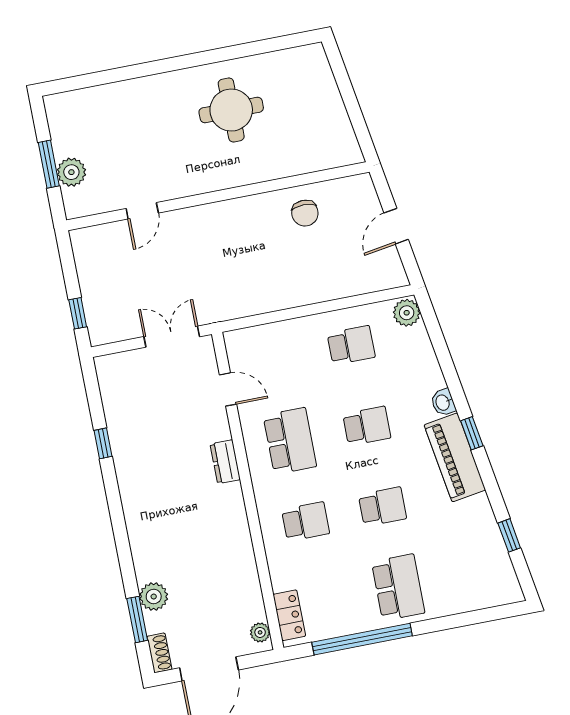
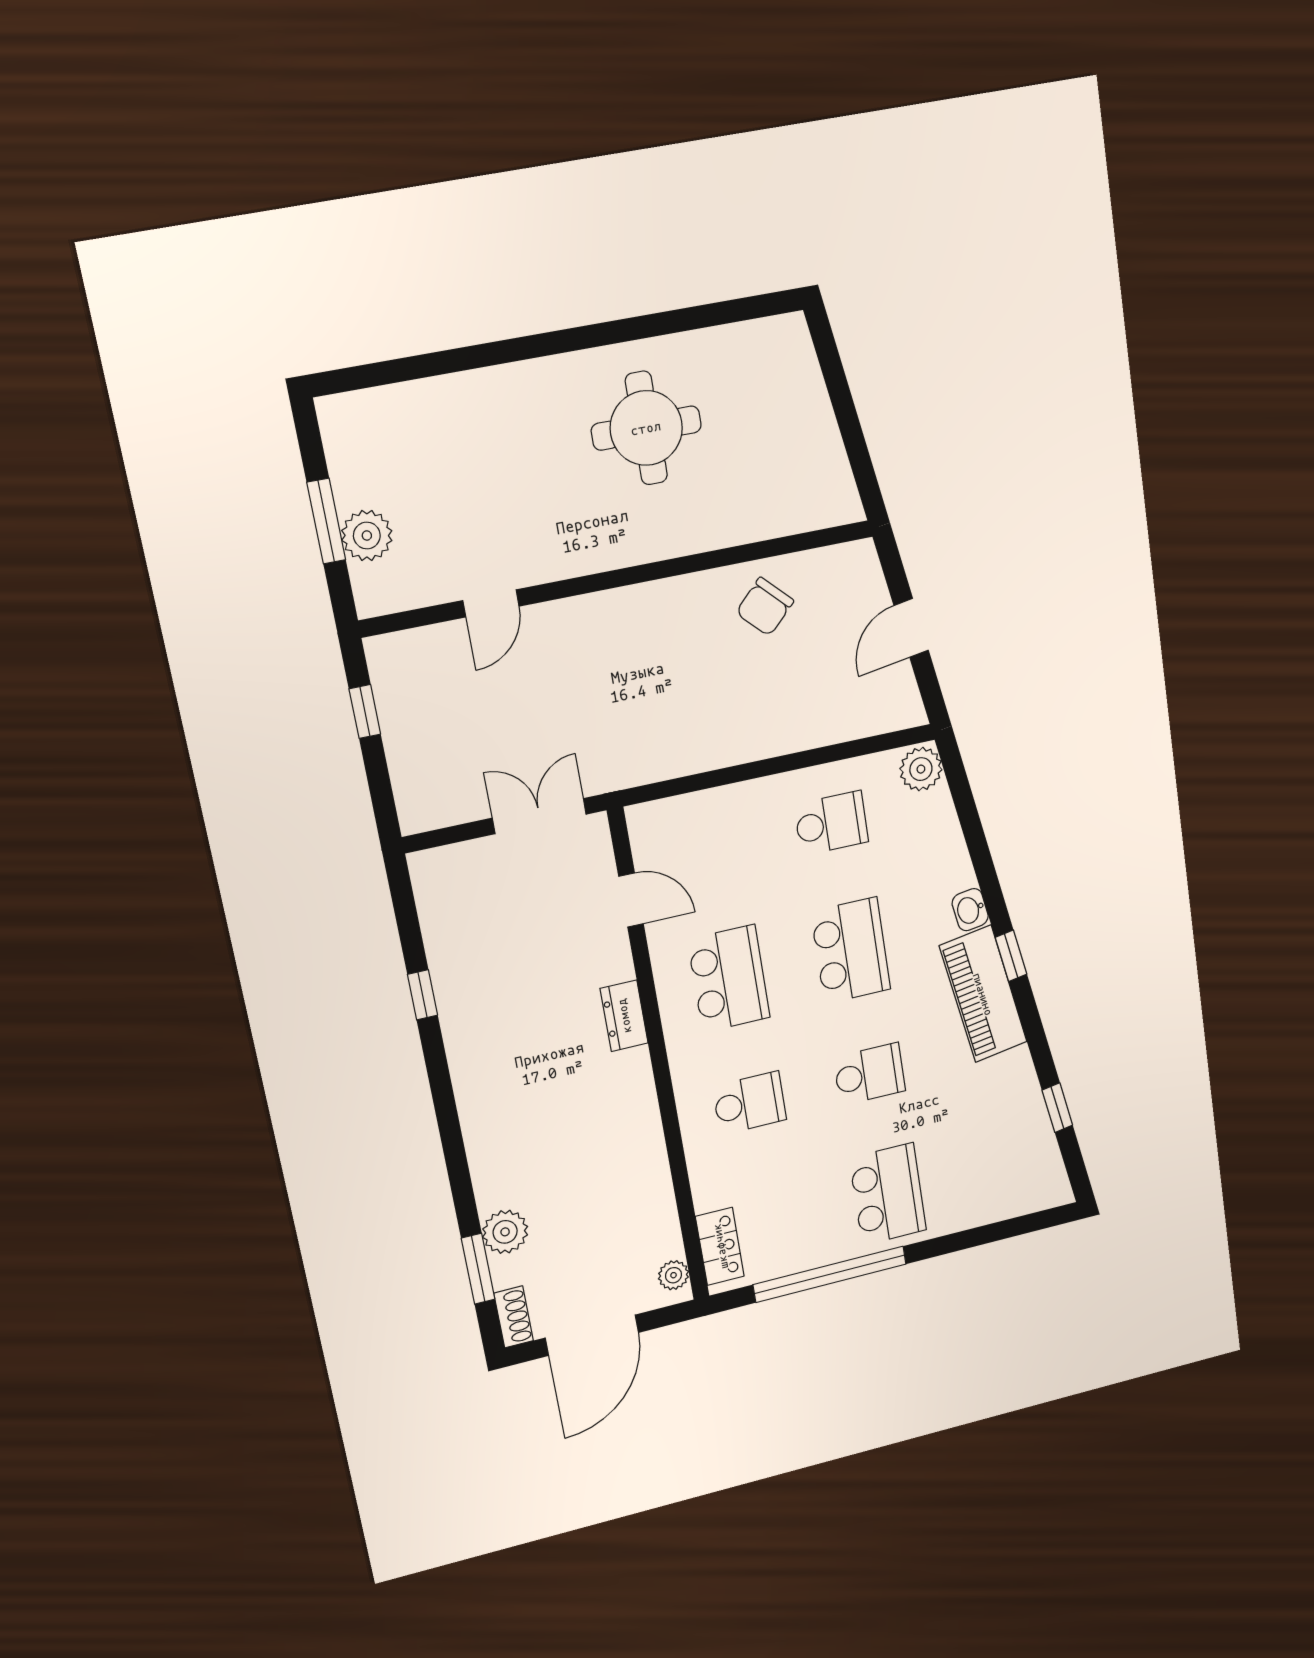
chair: (305, 213) -> (765, 607), turned 45
window: (78, 313) -> (365, 711), moved
school desk: (367, 426) -> (851, 951), width x1.85

